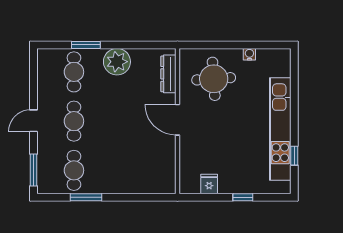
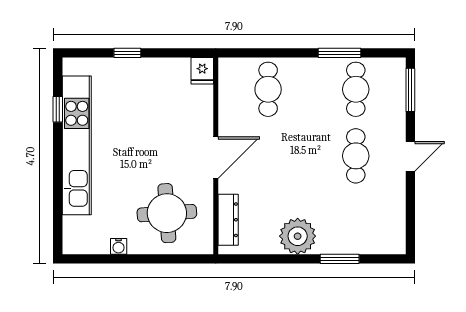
cafe table: (74, 72) -> (268, 89), moved
door: (177, 120) -> (216, 158), hinge flipped
fridge: (209, 184) -> (202, 71), moved

